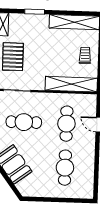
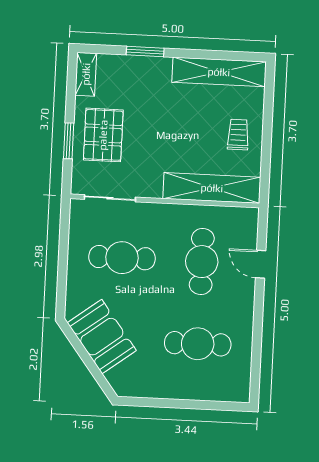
cafe table: (65, 168) -> (198, 344), turned 90

